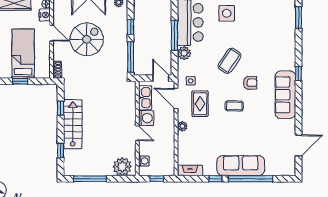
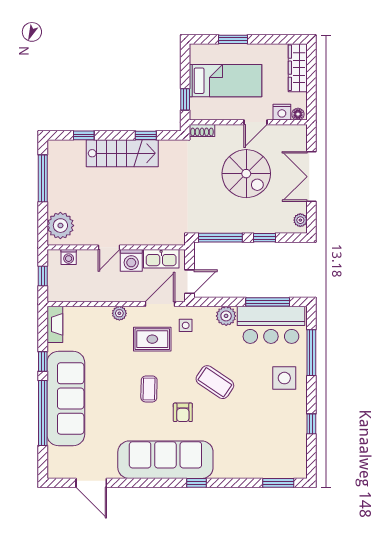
window: (174, 35) -> (268, 302), moved
window: (20, 81) -> (185, 99), moved
sofa: (285, 95) -> (165, 460), width x1.36, depth x1.27
sofa: (241, 166) -> (66, 398), width x1.36, depth x1.27

